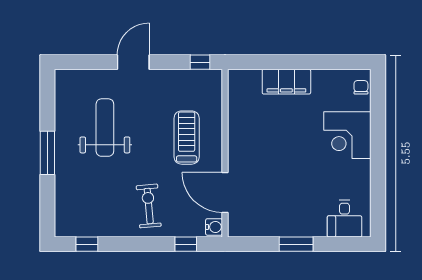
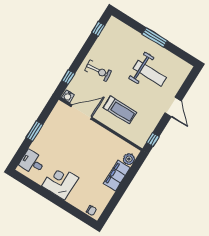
plant: (251, 79) -> (129, 159), added
corner desk: (347, 135) -> (60, 182), moved

